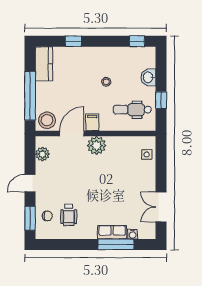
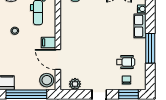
plant: (97, 146) -> (68, 39), removed
window: (116, 244) -> (150, 48), moved

